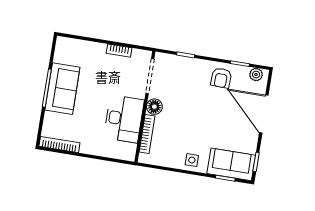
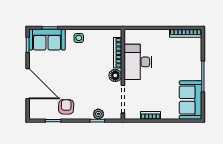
plant: (256, 74) -> (98, 114), moved
sofa: (62, 89) -> (191, 100), moved

